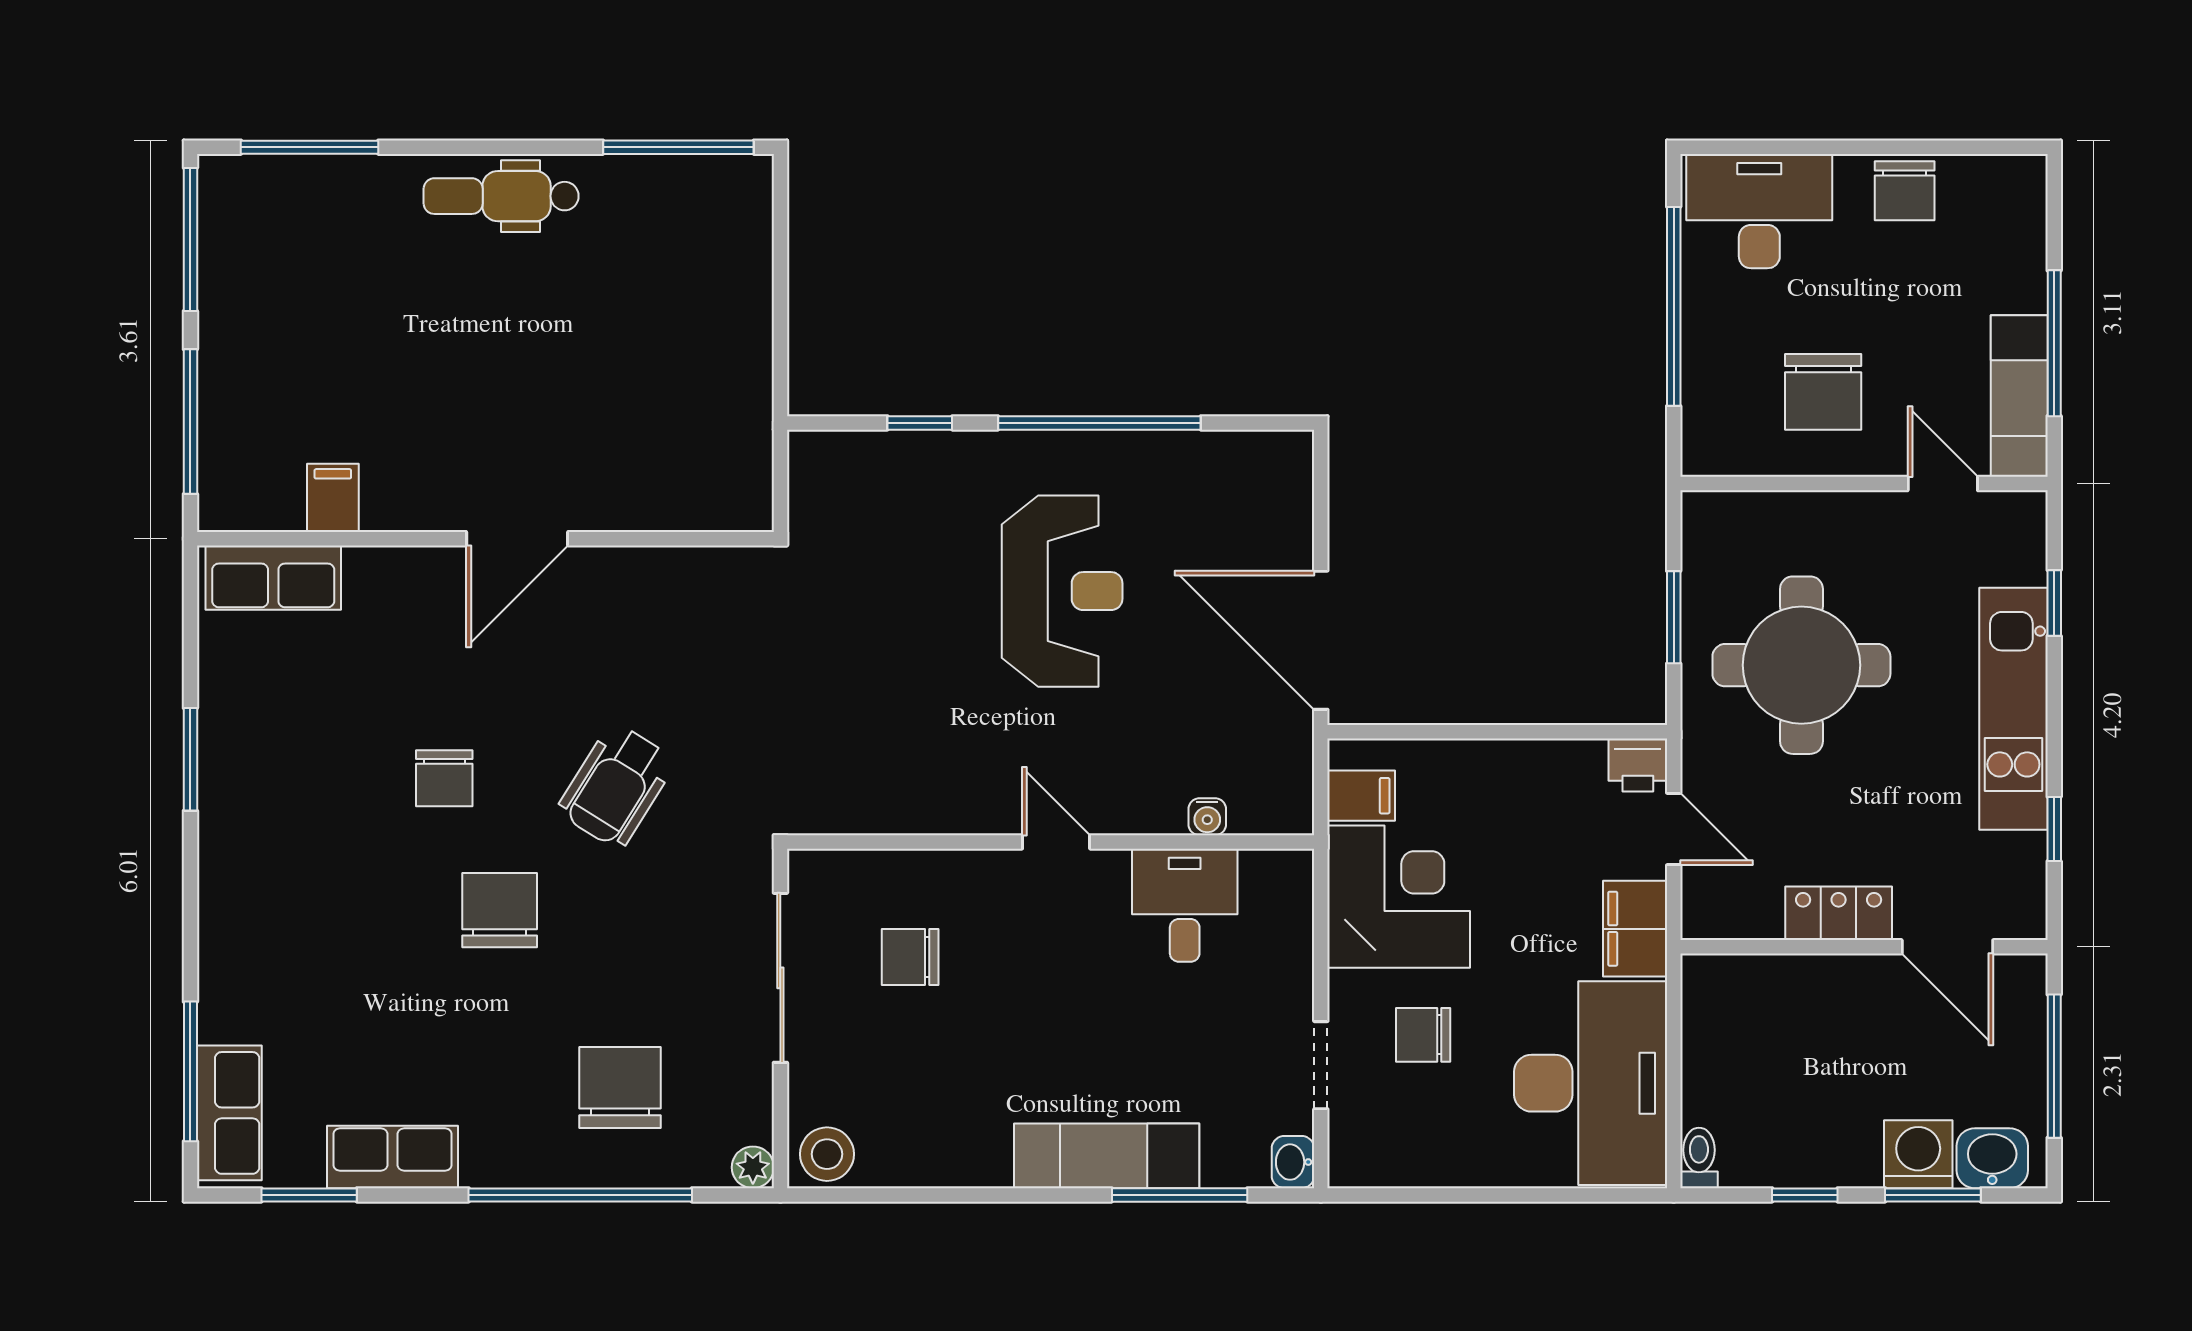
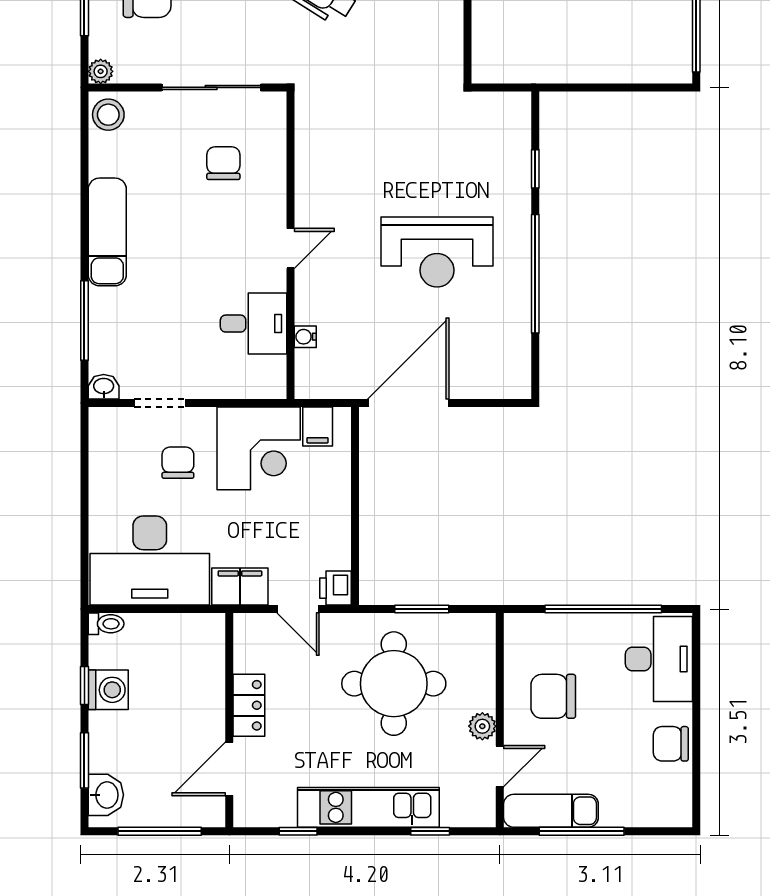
plant: (1874, 513) -> (482, 726), added
door: (1674, 829) -> (298, 609), hinge flipped
washing machine: (1918, 1154) -> (108, 690), moved
exam couch: (1107, 1156) -> (107, 232), moved

